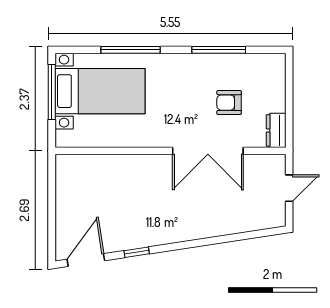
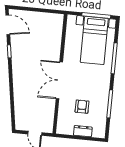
dresser: (276, 130) -> (83, 131), moved
double door: (208, 151) -> (59, 80), moved

